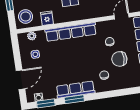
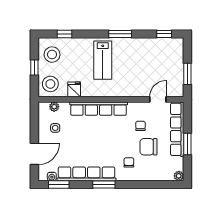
row of seats: (75, 90) -> (86, 174), width x1.36
window: (74, 99) -> (104, 185), moved

